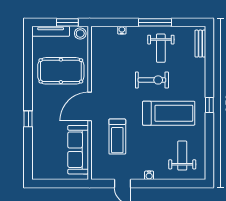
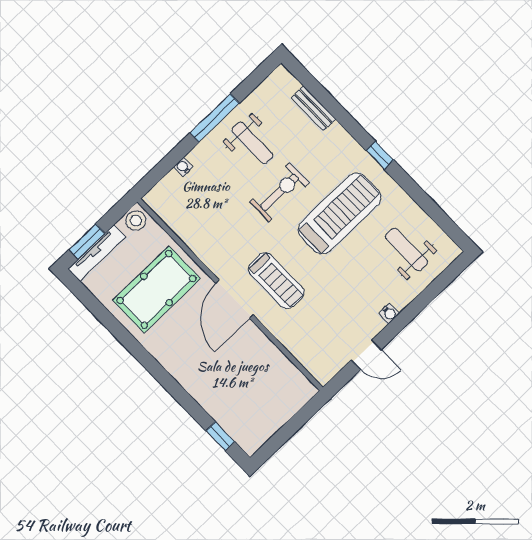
window: (67, 22) -> (87, 241), moved
bench: (200, 44) -> (313, 109), moved
window: (28, 119) -> (220, 436), moved
treadmill: (117, 137) -> (276, 281), moved
sofa: (78, 150) -> (271, 366), removed

